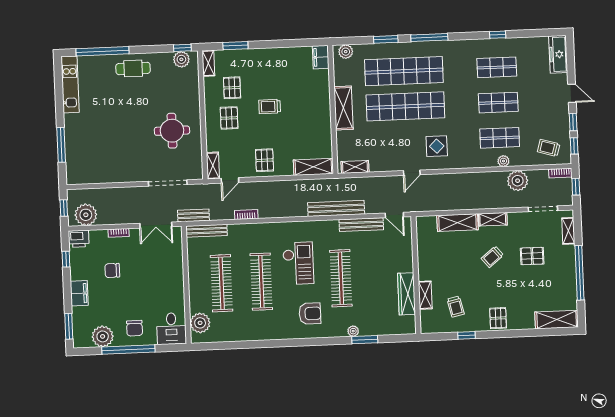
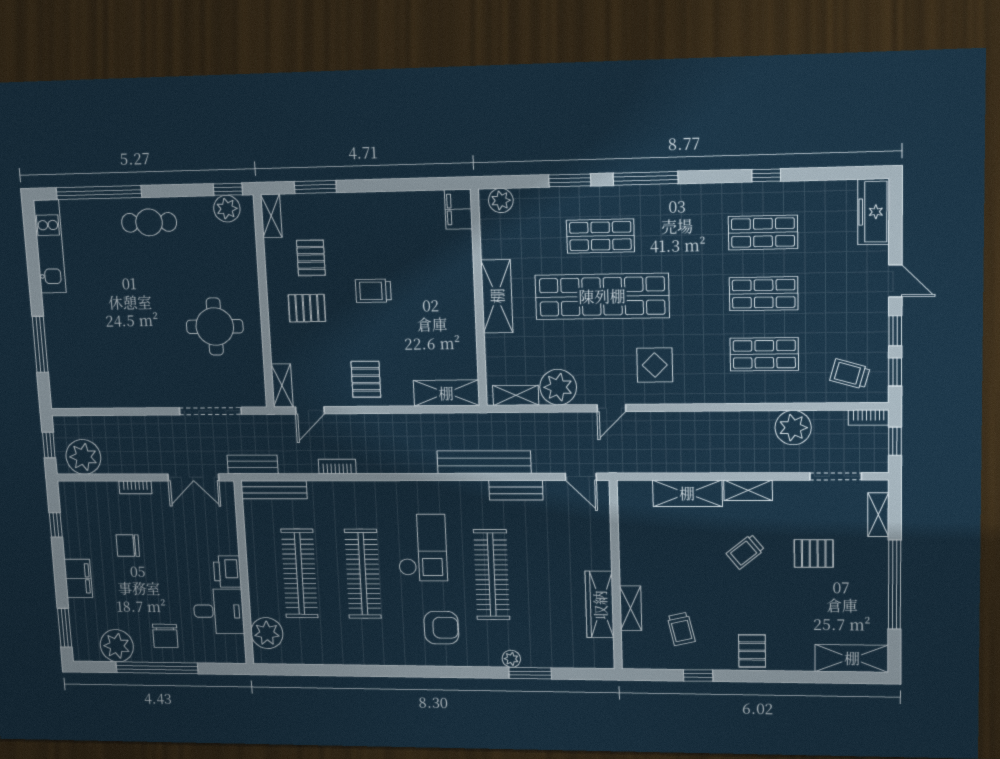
shop shelf: (404, 71) -> (600, 236), width x0.50, depth x0.74
pallet: (229, 118) -> (307, 308), turned 90
plant: (503, 161) -> (558, 387), moved, width x1.88, depth x1.88
bench: (361, 225) -> (516, 490), width x0.73
printer: (79, 239) -> (227, 572), moved, turned 90
desk: (171, 329) -> (219, 611), moved, turned -90

